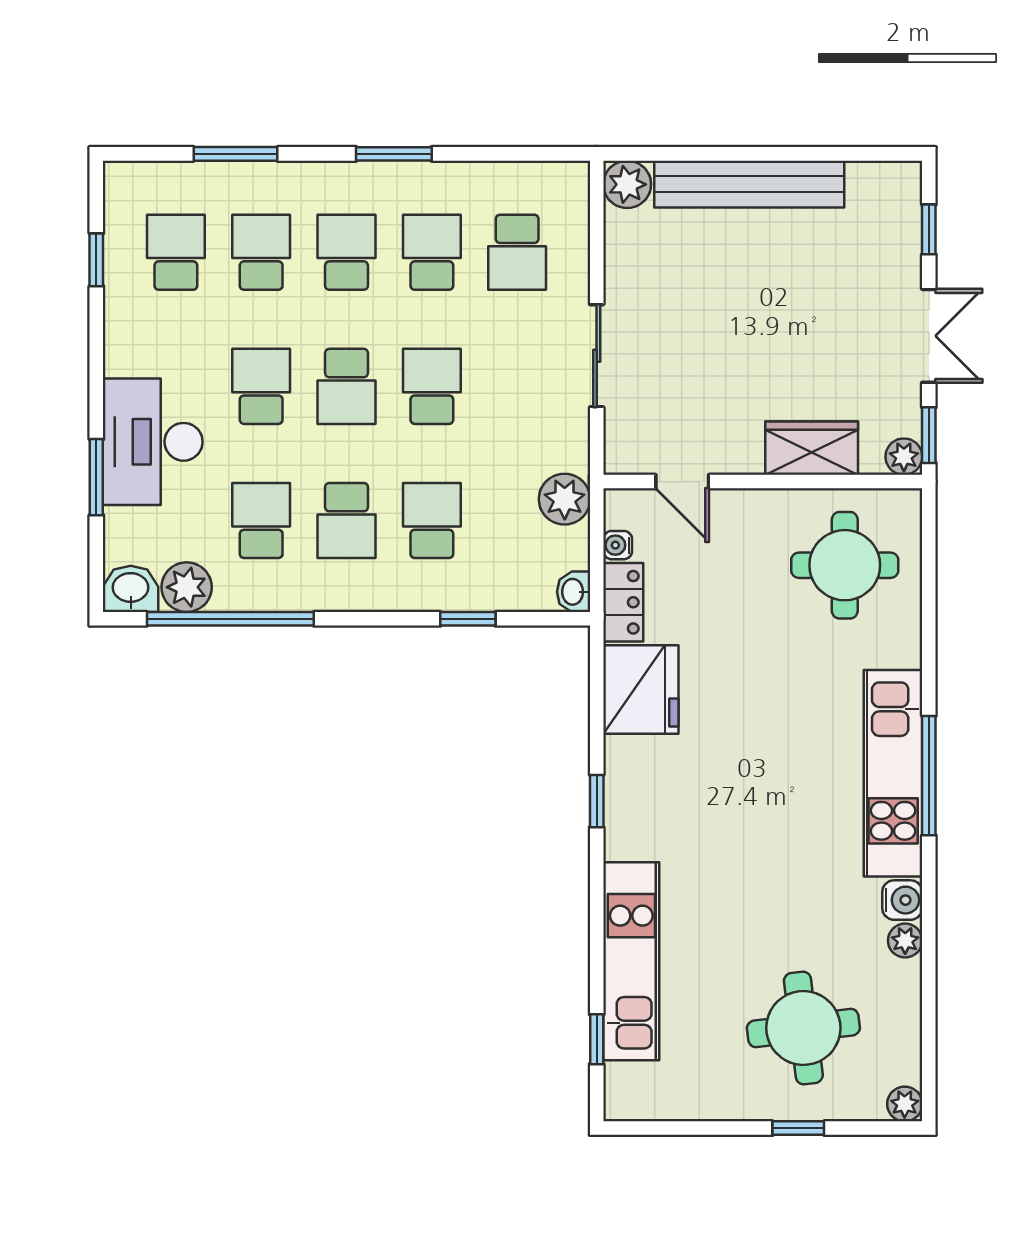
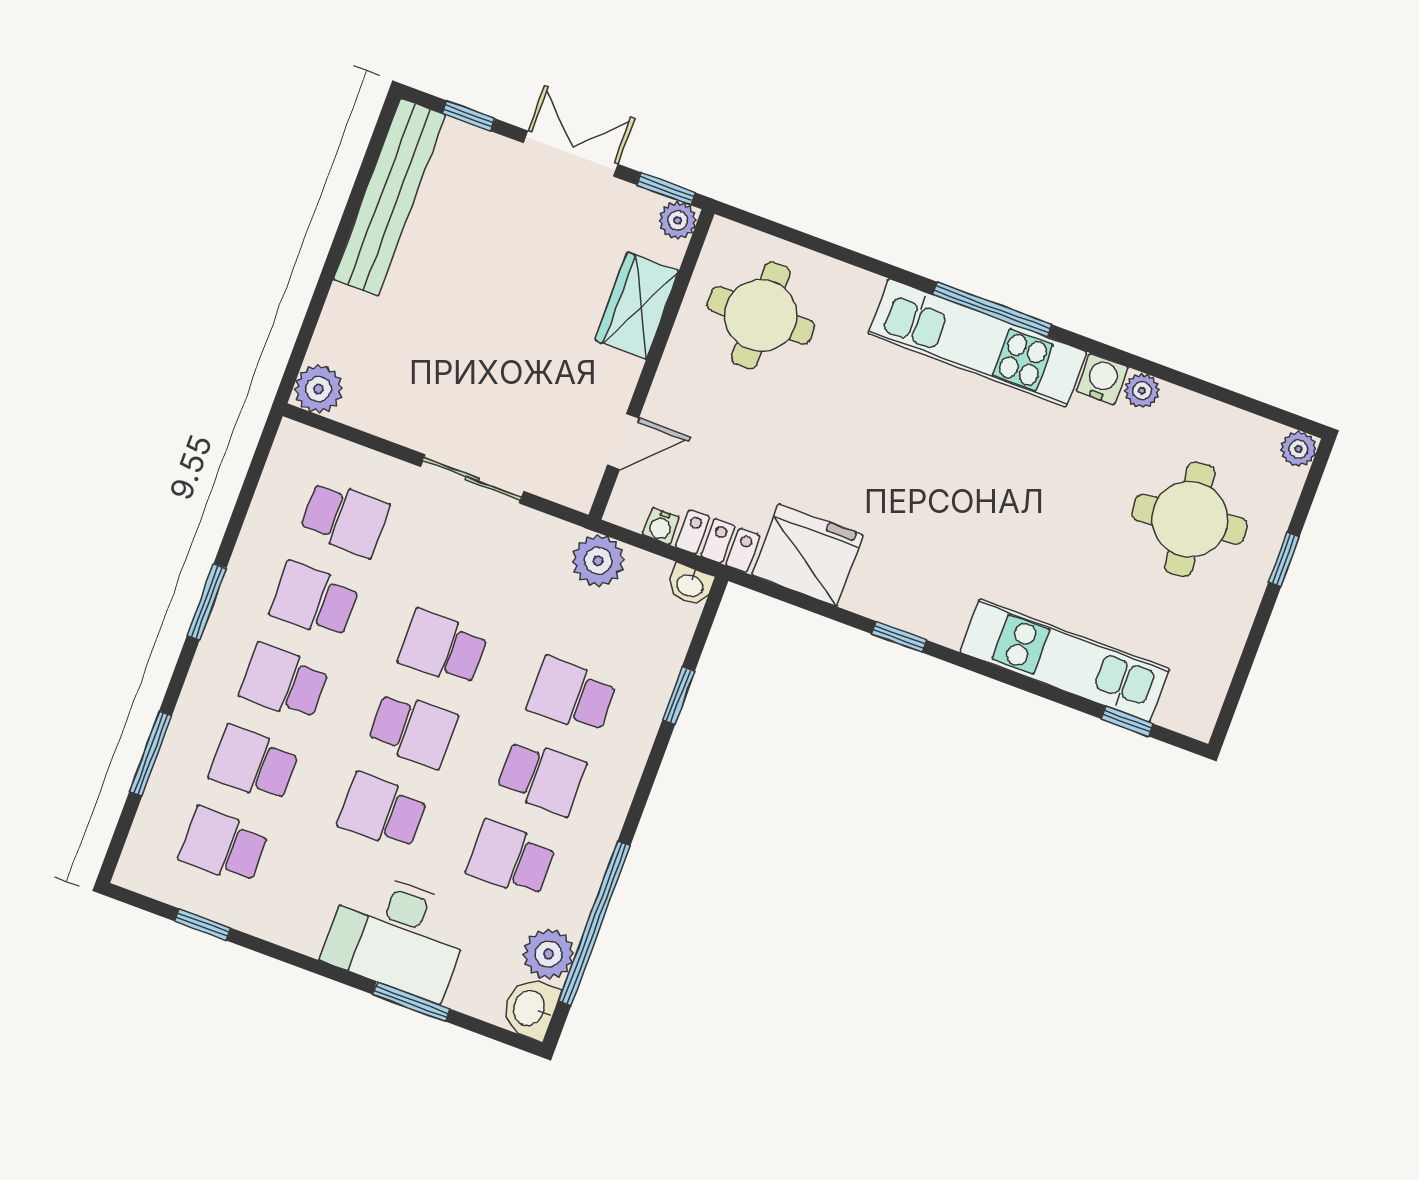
bench: (749, 184) -> (389, 197), moved

